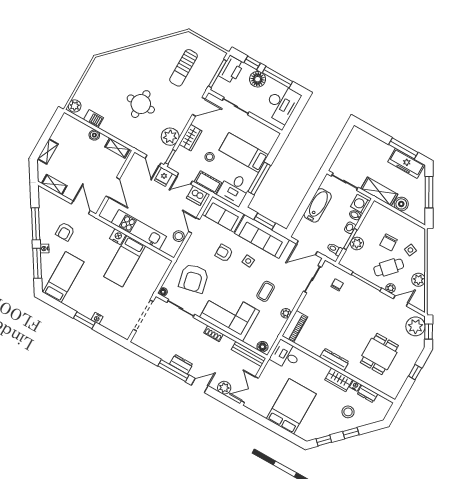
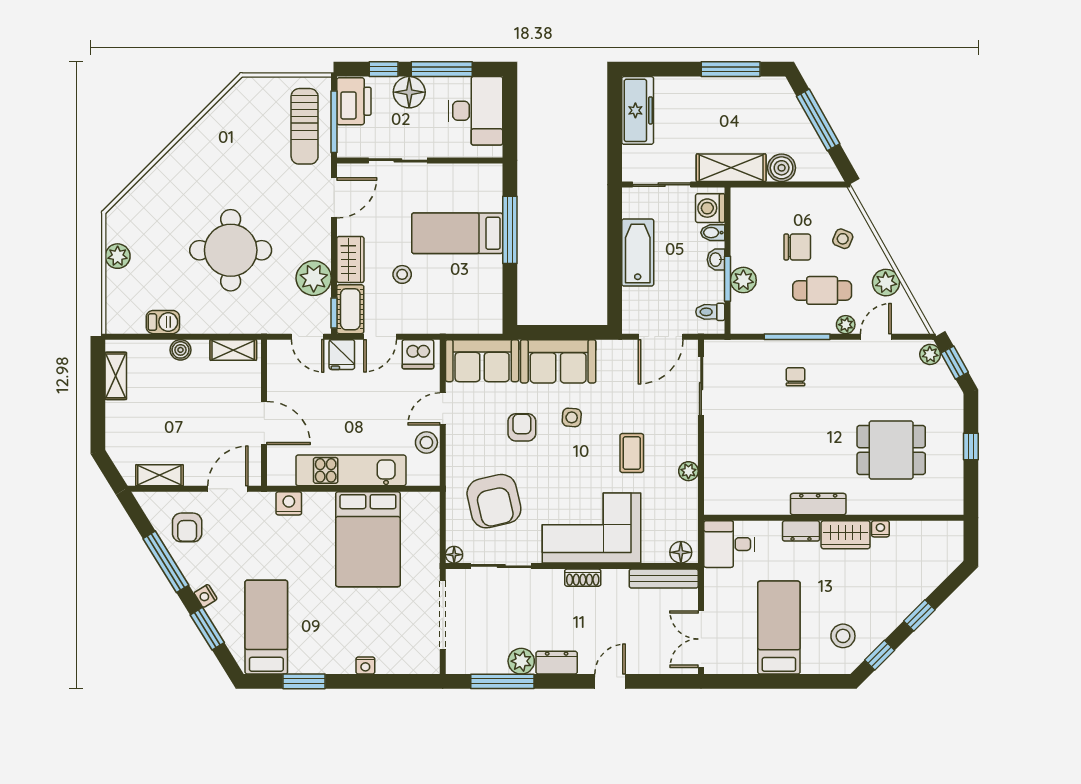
sun lounger: (184, 68) -> (305, 126), moved
round table: (141, 104) -> (231, 250), width x1.36, depth x1.36
plant: (75, 106) -> (118, 256), moved
shelving: (48, 152) -> (116, 376), moved
freezer: (406, 163) -> (638, 110), moved, turned -90
window: (259, 179) -> (510, 230), moved
cot: (208, 182) -> (350, 309), moved, turned 90
desk: (234, 189) -> (477, 306), removed
door: (81, 207) -> (228, 489), hinge flipped
window: (265, 221) -> (562, 332), removed
door: (194, 226) -> (443, 409), hinge flipped
armchair: (65, 232) -> (187, 527), moved
nightstand: (118, 237) -> (289, 503), moved
sofa: (262, 237) -> (558, 361), width x0.73
chair: (389, 242) -> (797, 247), turned -88
armchair: (224, 253) -> (522, 427), turned 90
bed: (125, 261) -> (368, 539), width x1.50
window: (37, 263) -> (207, 629), width x0.69
cafe table: (389, 267) -> (822, 290), turned 47
chair: (337, 285) -> (795, 377), moved
window: (84, 320) -> (304, 681), moved
plant: (415, 326) -> (930, 354), width x0.53, depth x0.53
piano: (295, 327) -> (717, 485), removed
dining table: (379, 354) -> (891, 450), turned 90
window: (173, 371) -> (502, 681), moved
plant: (224, 388) -> (521, 661), moved
dresser: (367, 394) -> (801, 531), moved
bed: (291, 406) -> (779, 628), width x0.67
stool: (348, 412) -> (843, 636), moved

